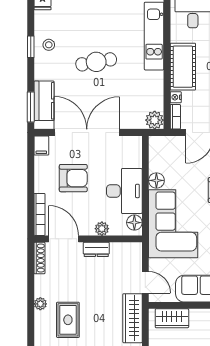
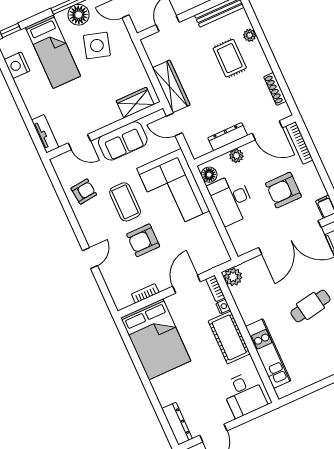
floor lamp: (156, 180) -> (206, 222), removed
dresser: (96, 249) -> (228, 137), width x1.44
shoe rack: (39, 258) -> (275, 89), moved
plant: (40, 304) -> (250, 35), moved

